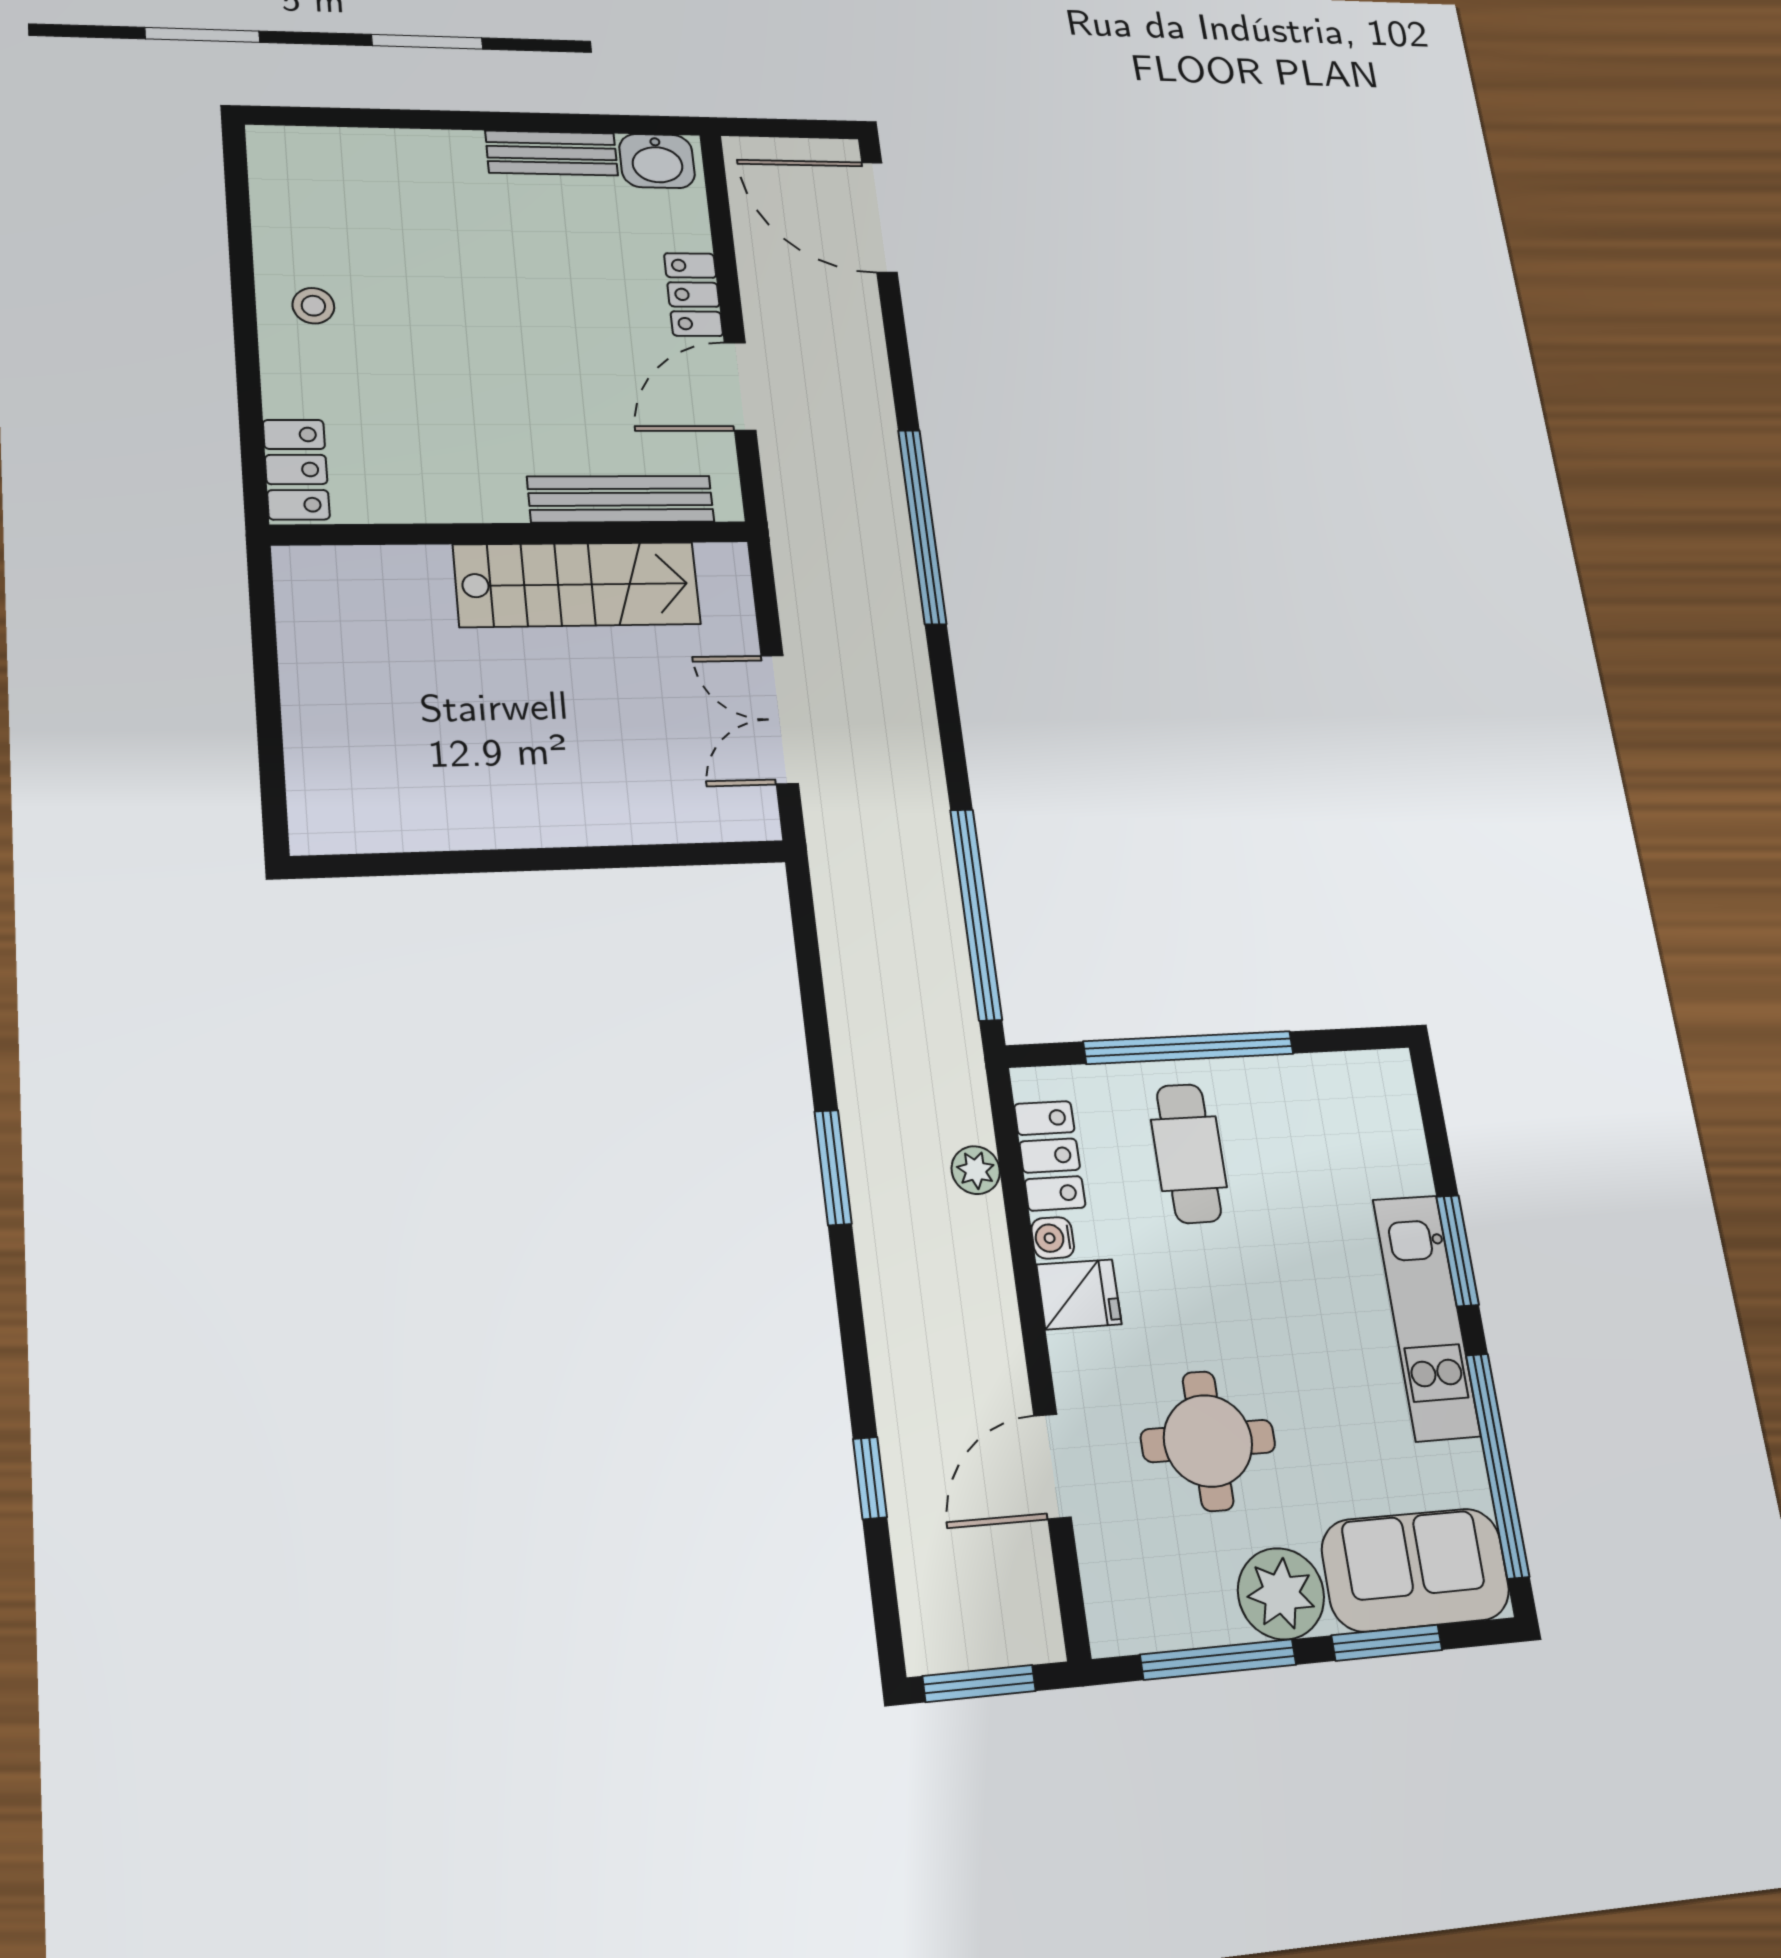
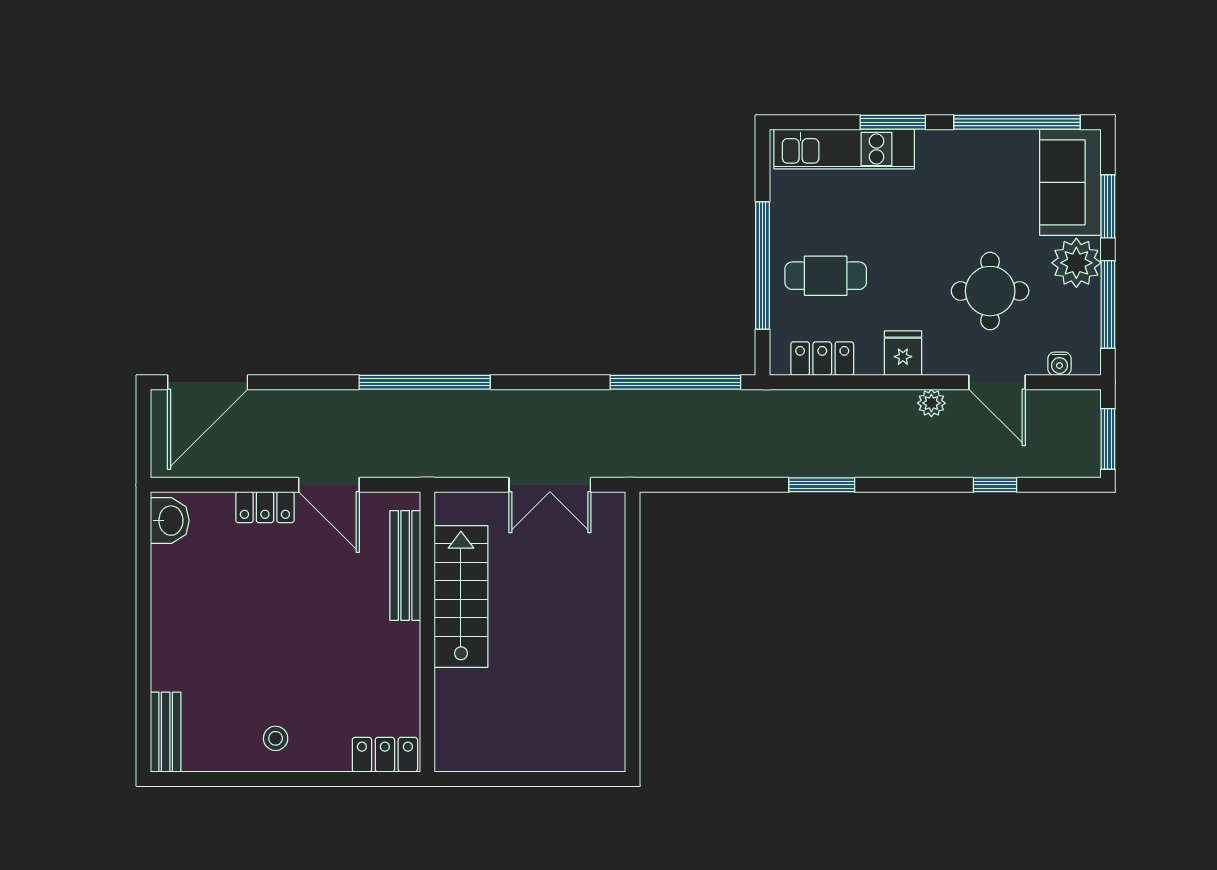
bench: (552, 153) -> (166, 732), moved
plant: (976, 1170) -> (931, 403), moved
water cooler: (1053, 1238) -> (1059, 364), moved
kitchen unit: (1426, 1317) -> (844, 149), moved

